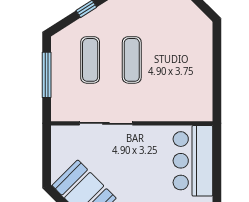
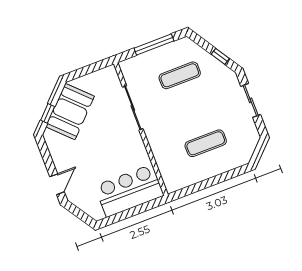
exercise mat: (132, 60) -> (206, 143), moved

